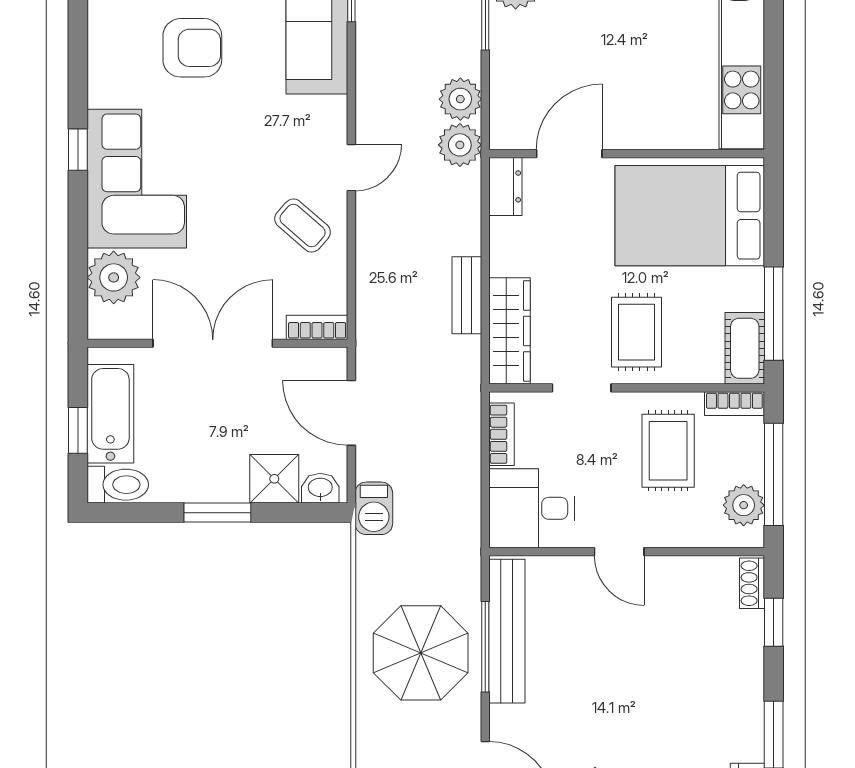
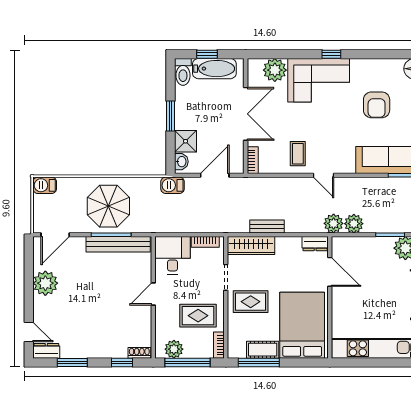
coffee table: (303, 226) -> (298, 154), turned -41
cot: (745, 348) -> (263, 350), moved

